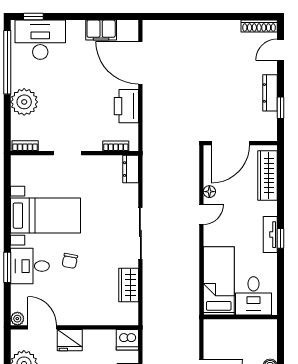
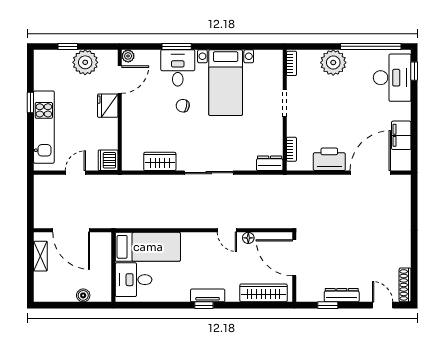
bed: (219, 281) -> (148, 247), moved
desk: (253, 296) -> (134, 280), moved
wall: (240, 317) -> (113, 267), moved

